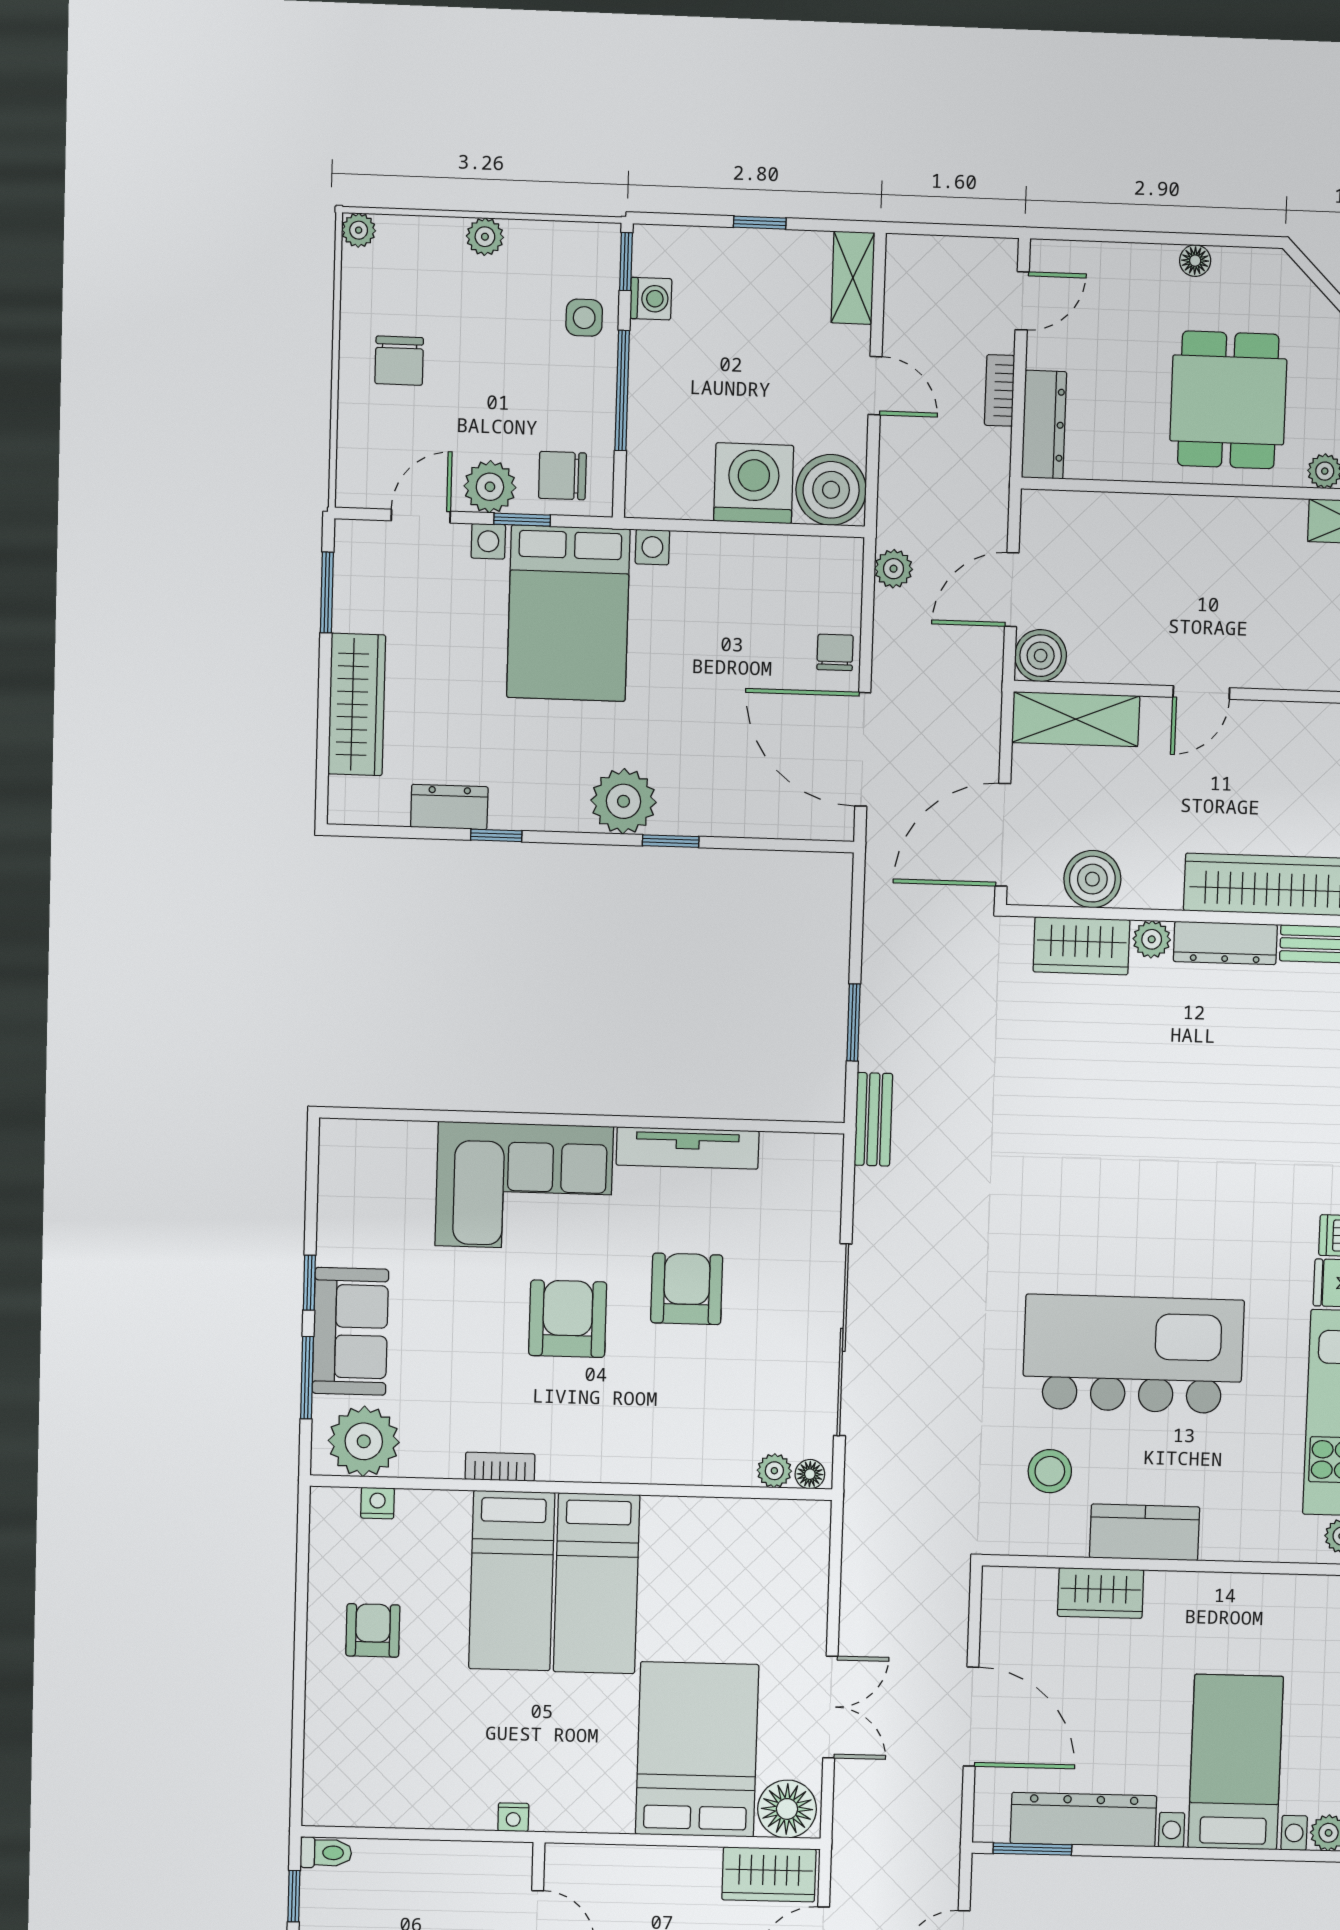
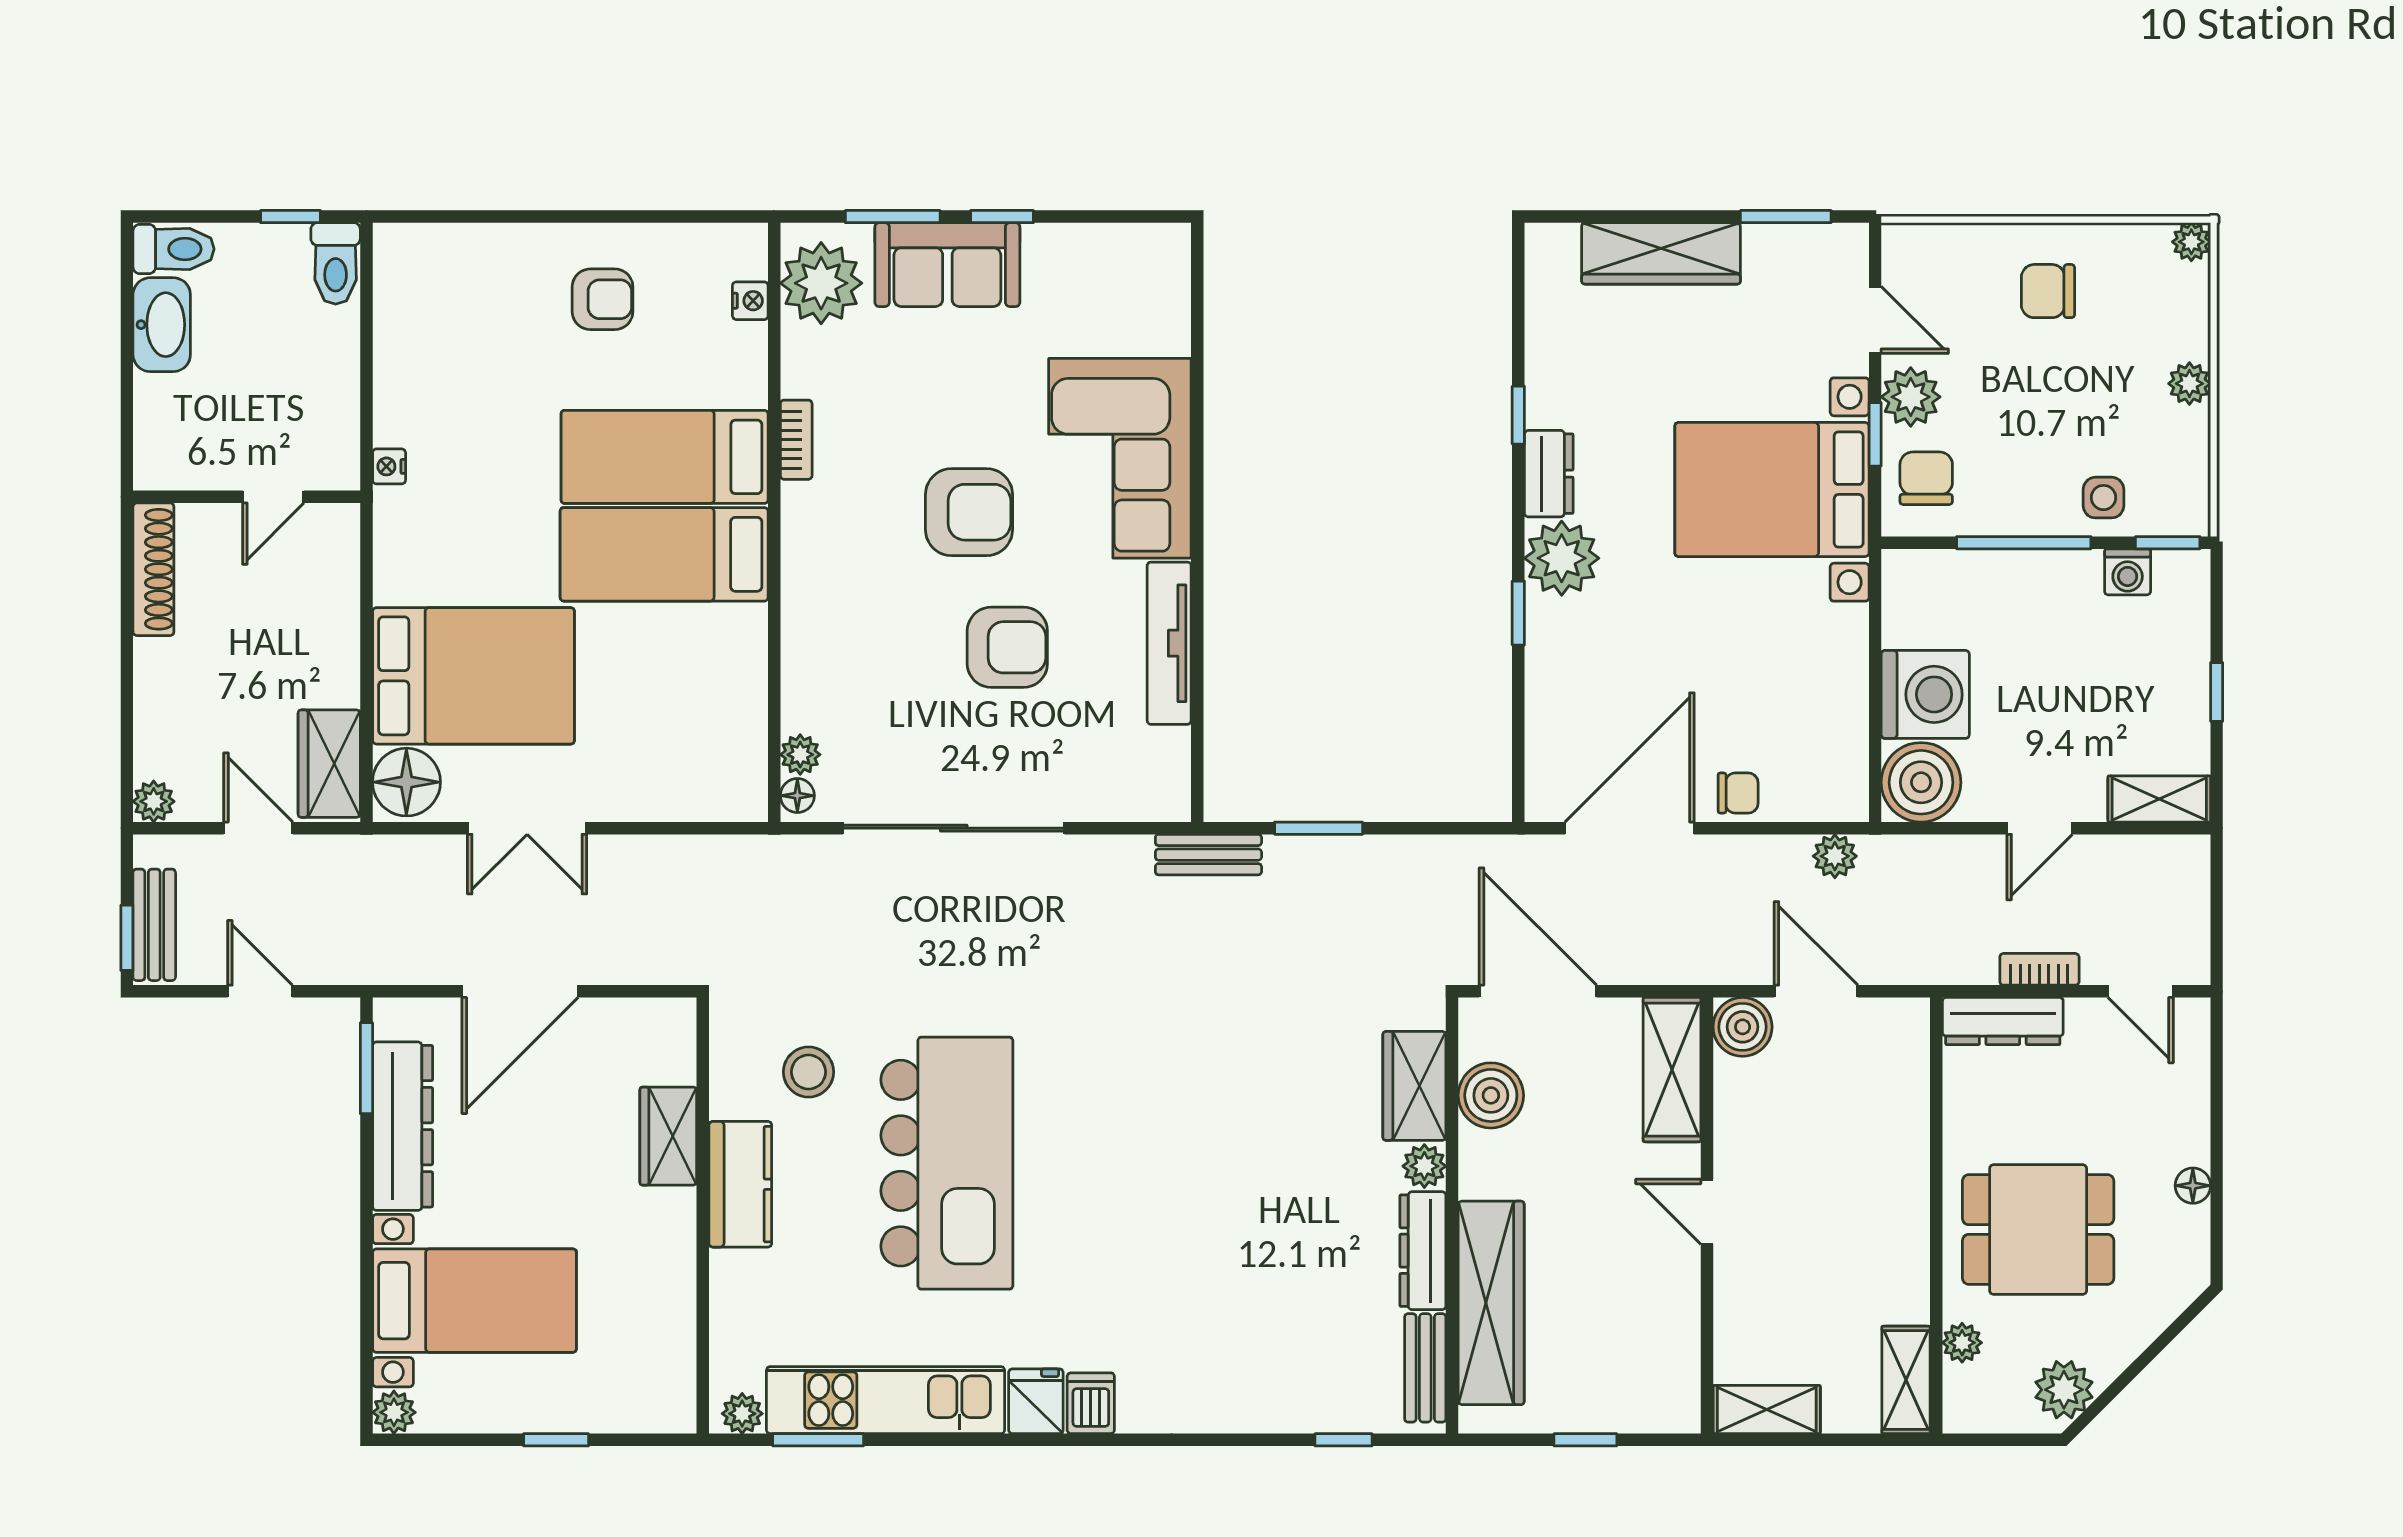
dresser: (449, 807) -> (1549, 474), moved
toilet: (326, 1853) -> (336, 263), width x1.37, depth x1.39

